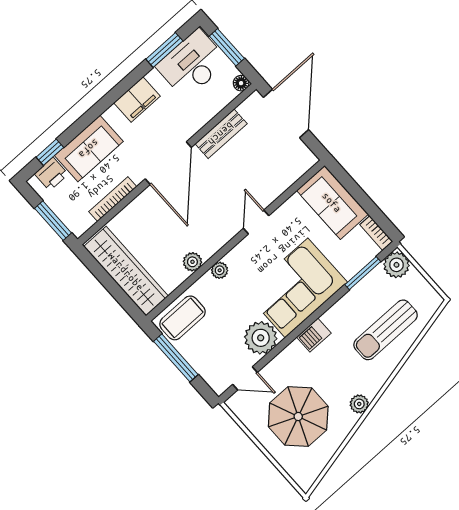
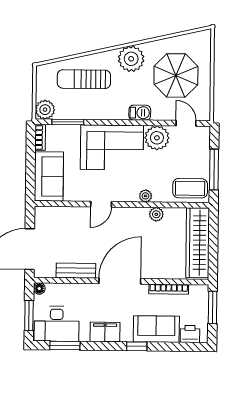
window: (50, 152) -> (137, 346), moved
sun lounger: (386, 330) -> (84, 79), turned 180
barbecue: (314, 335) -> (140, 113), moved
plant: (359, 404) -> (131, 59), width x1.87, depth x1.87

